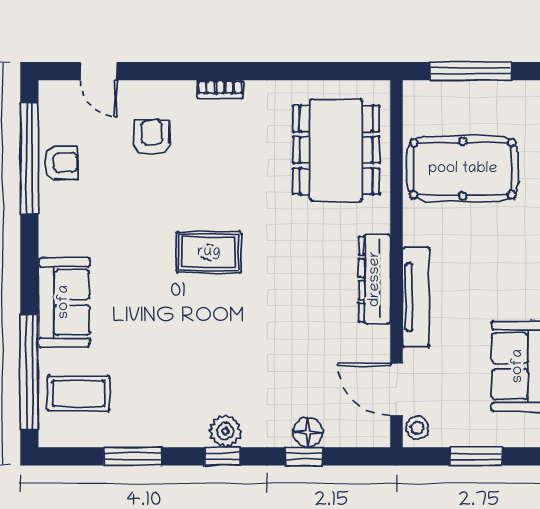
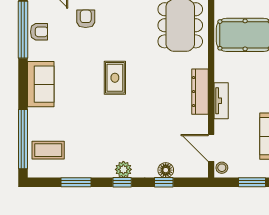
rug: (209, 252) -> (115, 78), turned 90
tv unit: (416, 297) -> (221, 101), width x0.71
sofa: (64, 302) -> (41, 84), moved

